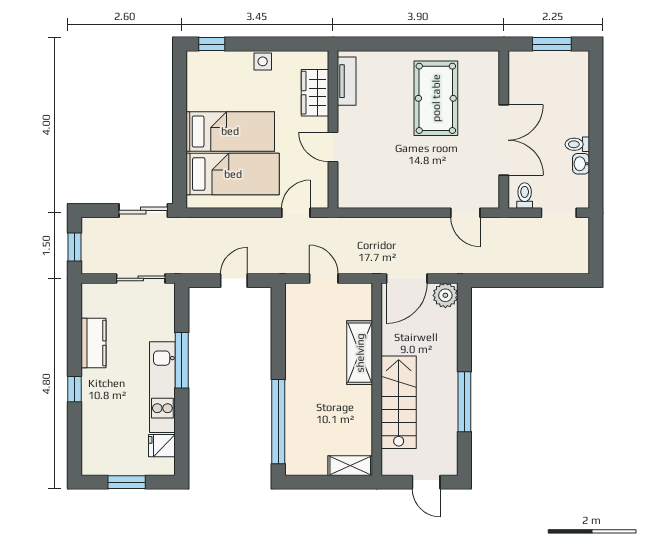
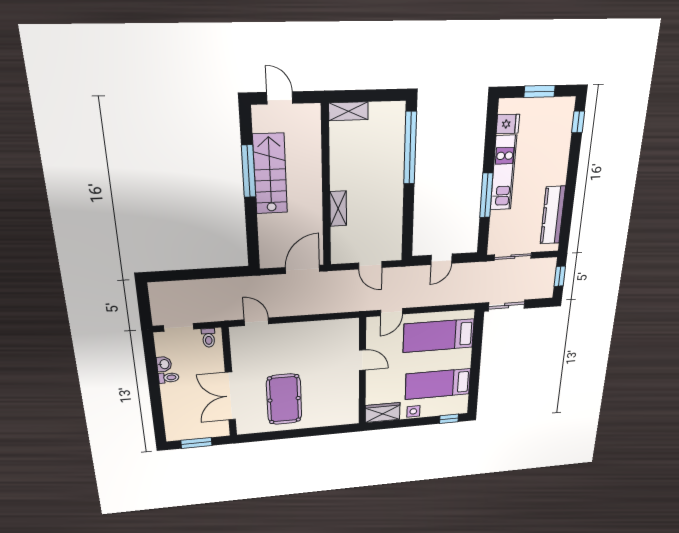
tv unit: (347, 81) -> (352, 404), removed
wardrobe: (315, 93) -> (383, 413), moved, turned -90
bed: (230, 131) -> (438, 384), moved
double door: (504, 140) -> (230, 396), moved
plant: (445, 295) -> (270, 258), removed
kitchen counter: (93, 343) -> (553, 215), width x1.50
shelving: (360, 353) -> (338, 209), width x0.67, depth x0.75
window: (74, 389) -> (578, 122), moved
stairs: (399, 402) -> (270, 174), moved, turned 180

